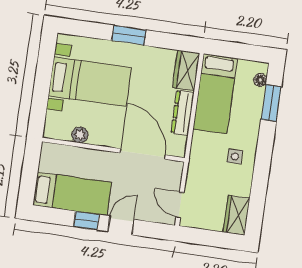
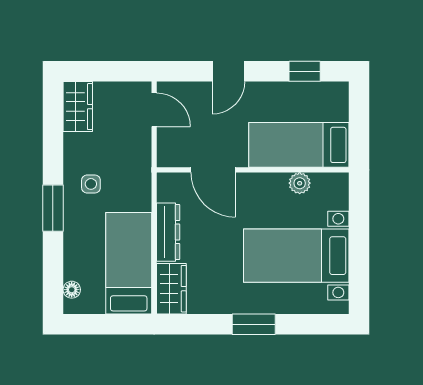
window: (271, 103) -> (53, 208), moved
door: (143, 154) -> (213, 170), width x0.73
bed: (72, 194) -> (299, 145), moved
window: (86, 221) -> (305, 71), moved

